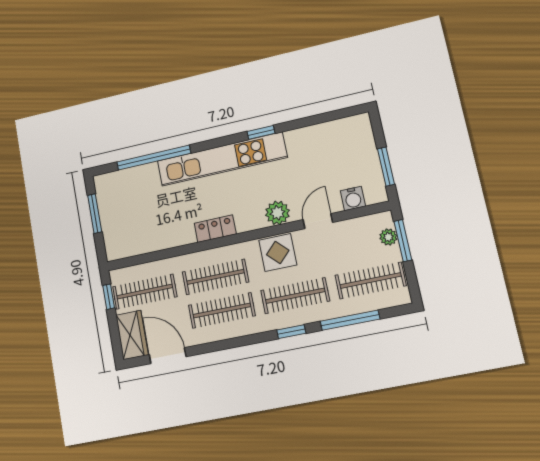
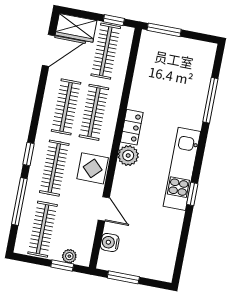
window: (154, 158) -> (210, 100), width x0.68
kitchen unit: (222, 159) -> (182, 169), width x0.73
window: (95, 213) -> (164, 30), moved
plant: (277, 213) -> (128, 156), moved
window: (403, 241) -> (62, 266), width x0.67

